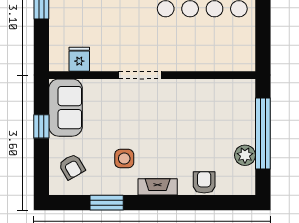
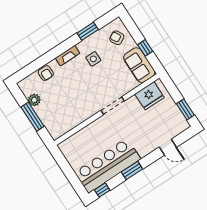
fridge: (79, 59) -> (149, 96), width x1.88, depth x1.34
window: (263, 133) -> (32, 117), width x0.68

